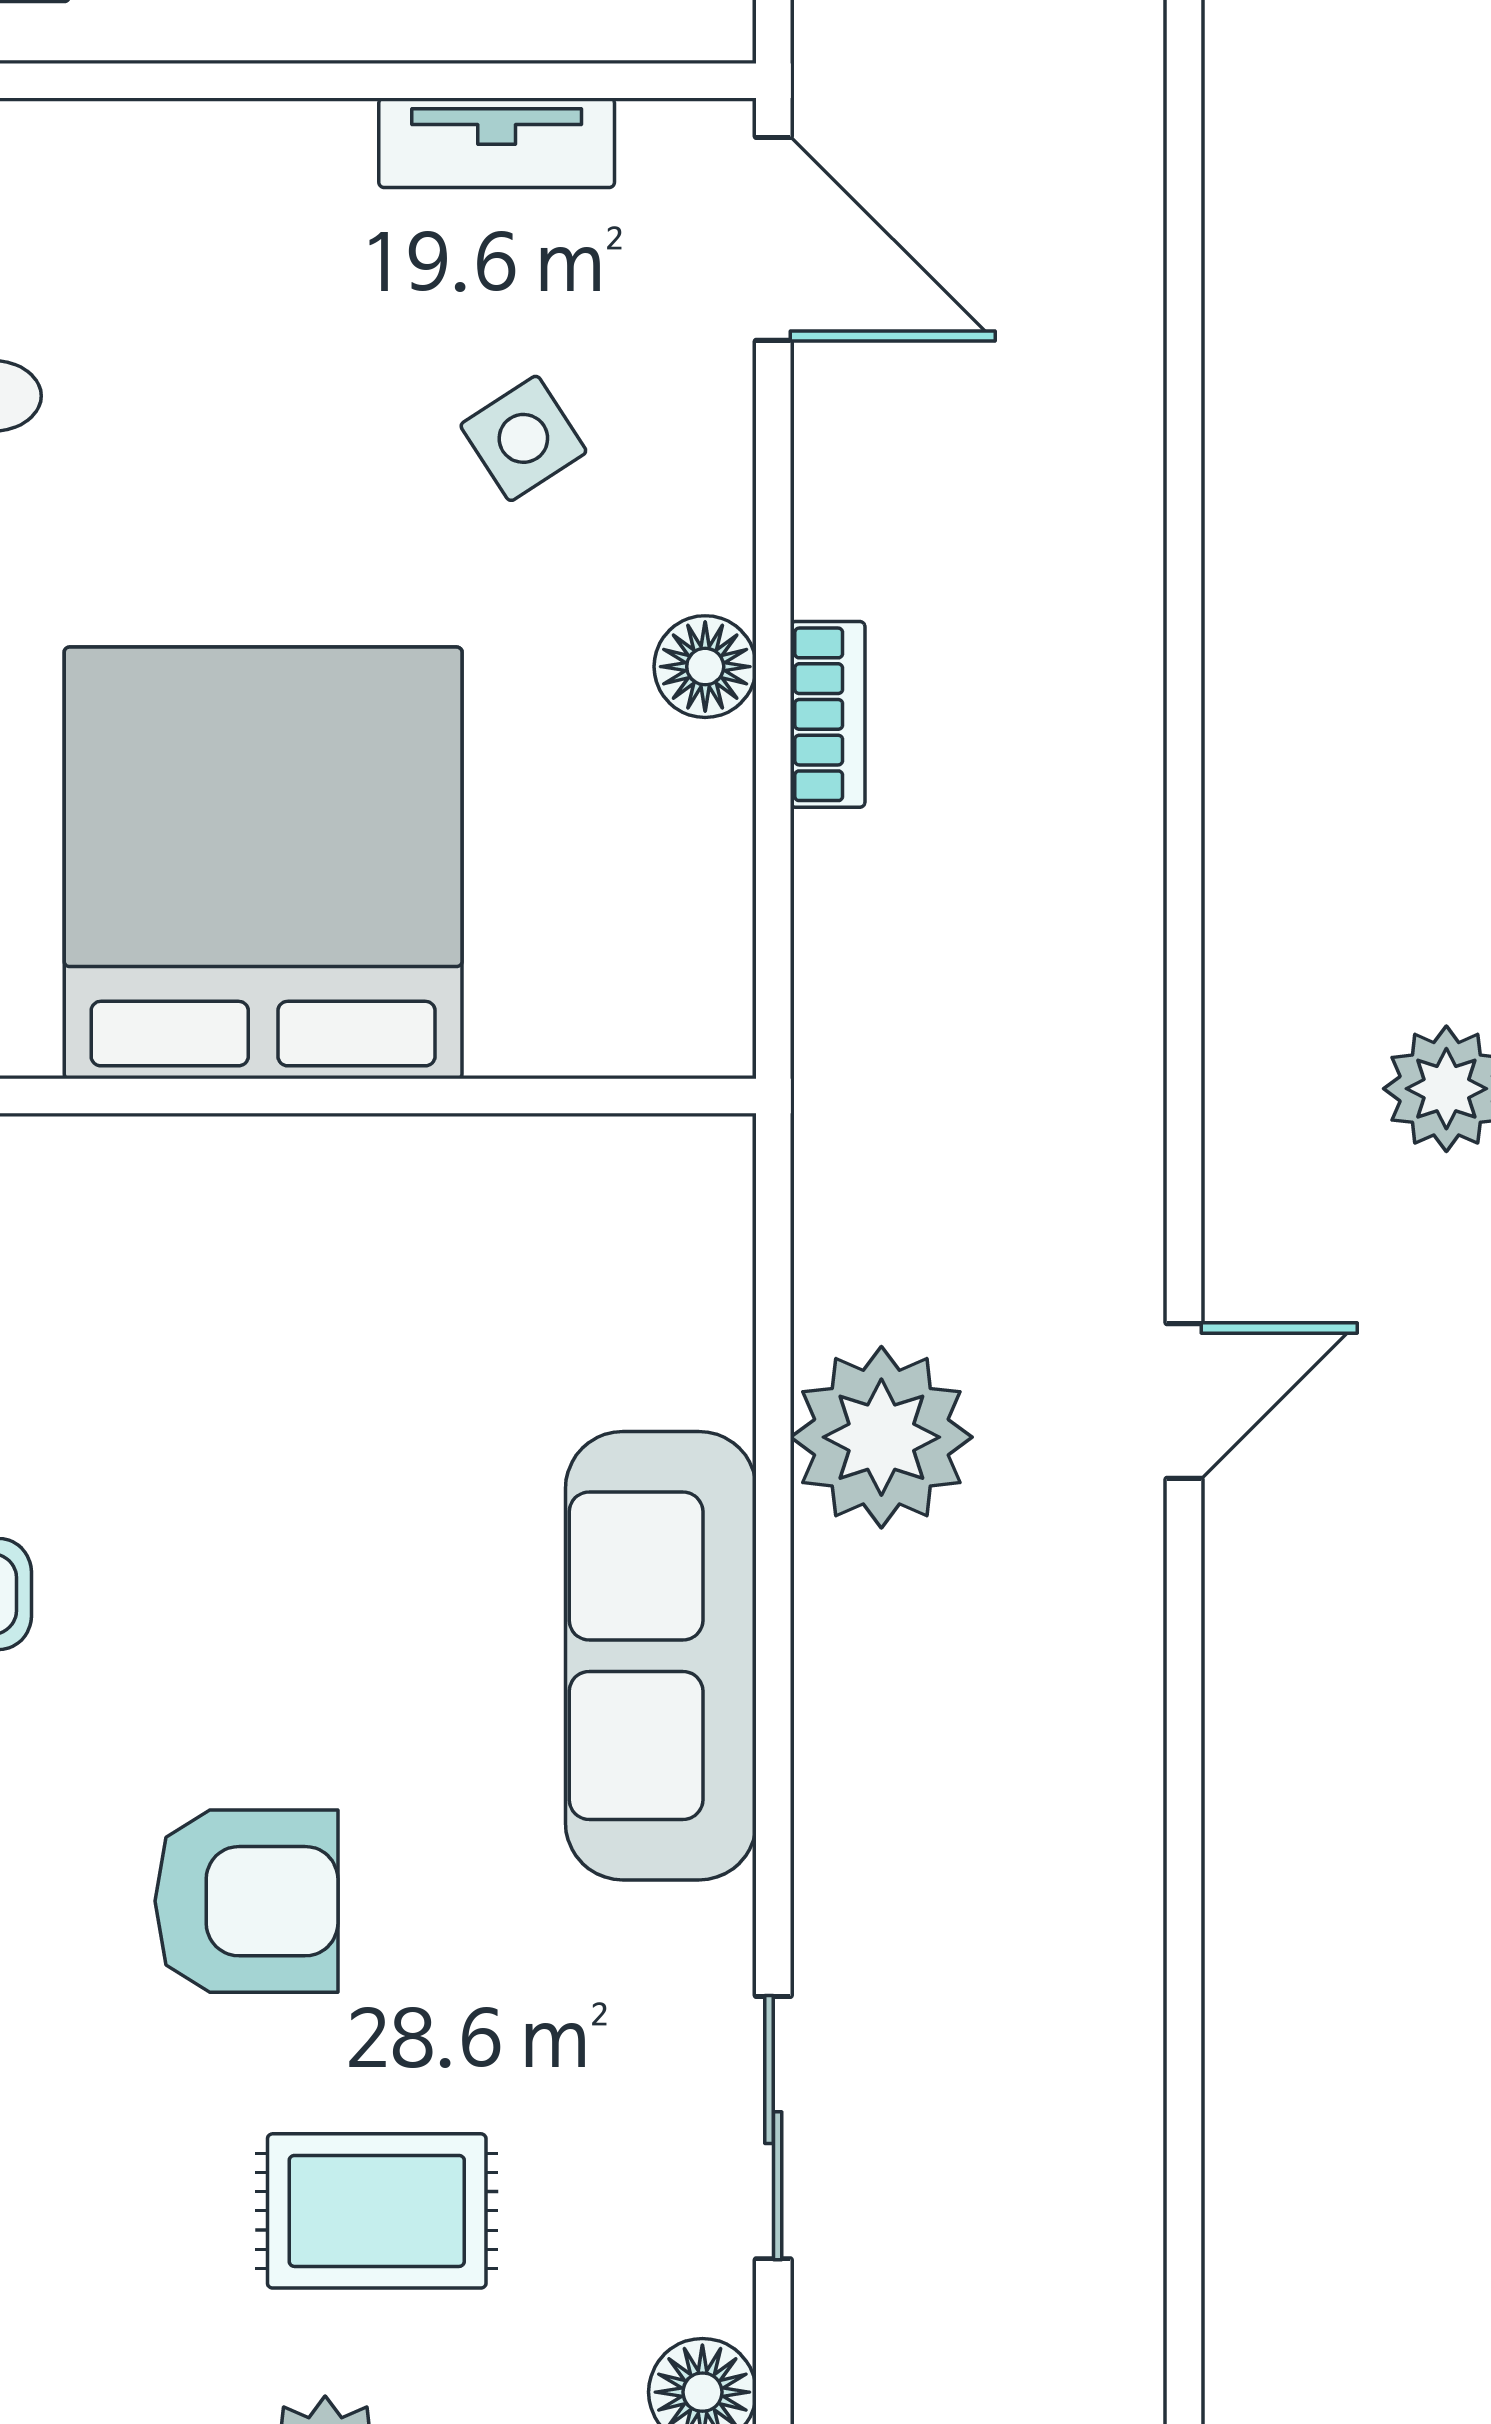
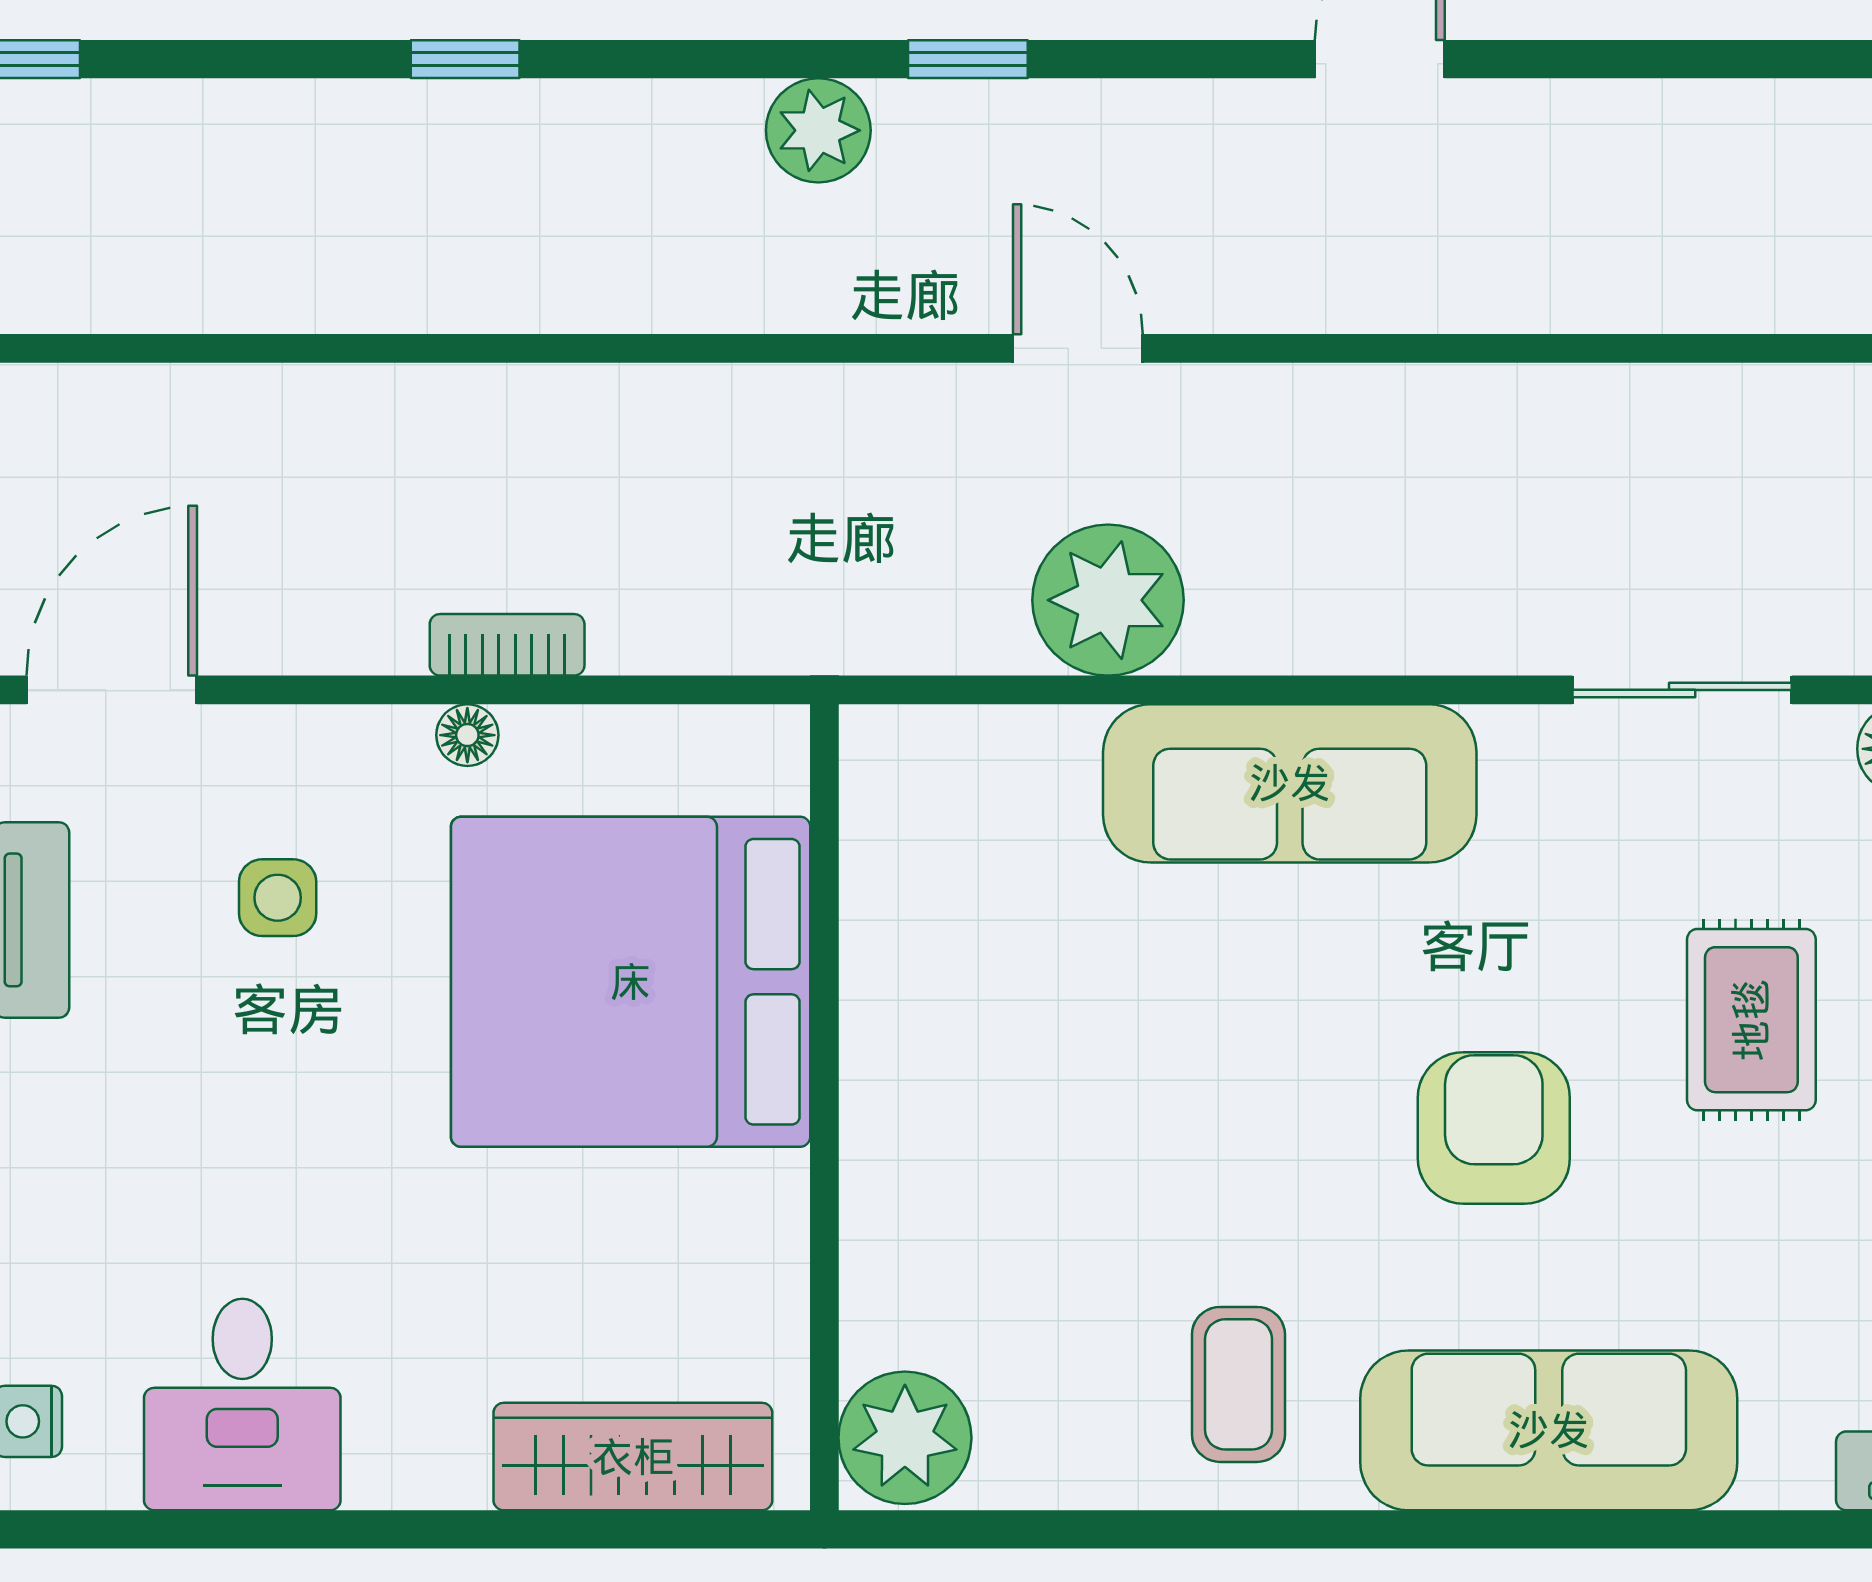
side table: (523, 438) -> (278, 898), turned 33
floor lamp: (705, 667) -> (467, 735), width x0.73, depth x0.73
bed: (263, 863) -> (631, 982), moved

